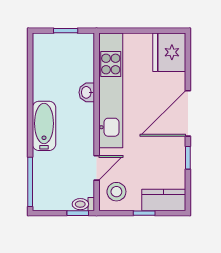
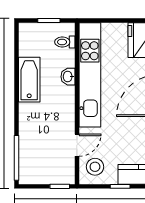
bathtub: (44, 126) -> (29, 80), moved
toilet: (83, 204) -> (65, 42), moved

